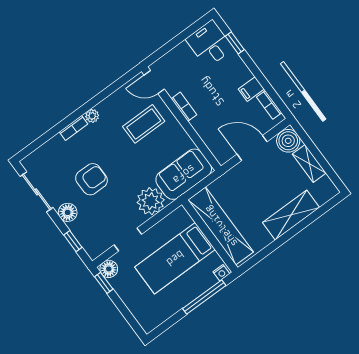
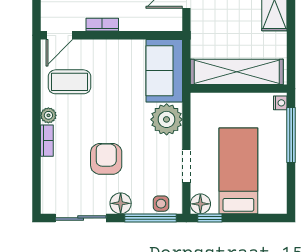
coffee table: (144, 124) -> (70, 82), moved, turned 90
window: (73, 241) -> (151, 218), width x2.17
side table: (88, 241) -> (161, 204), added
bed: (175, 258) -> (238, 171), moved, turned 180

